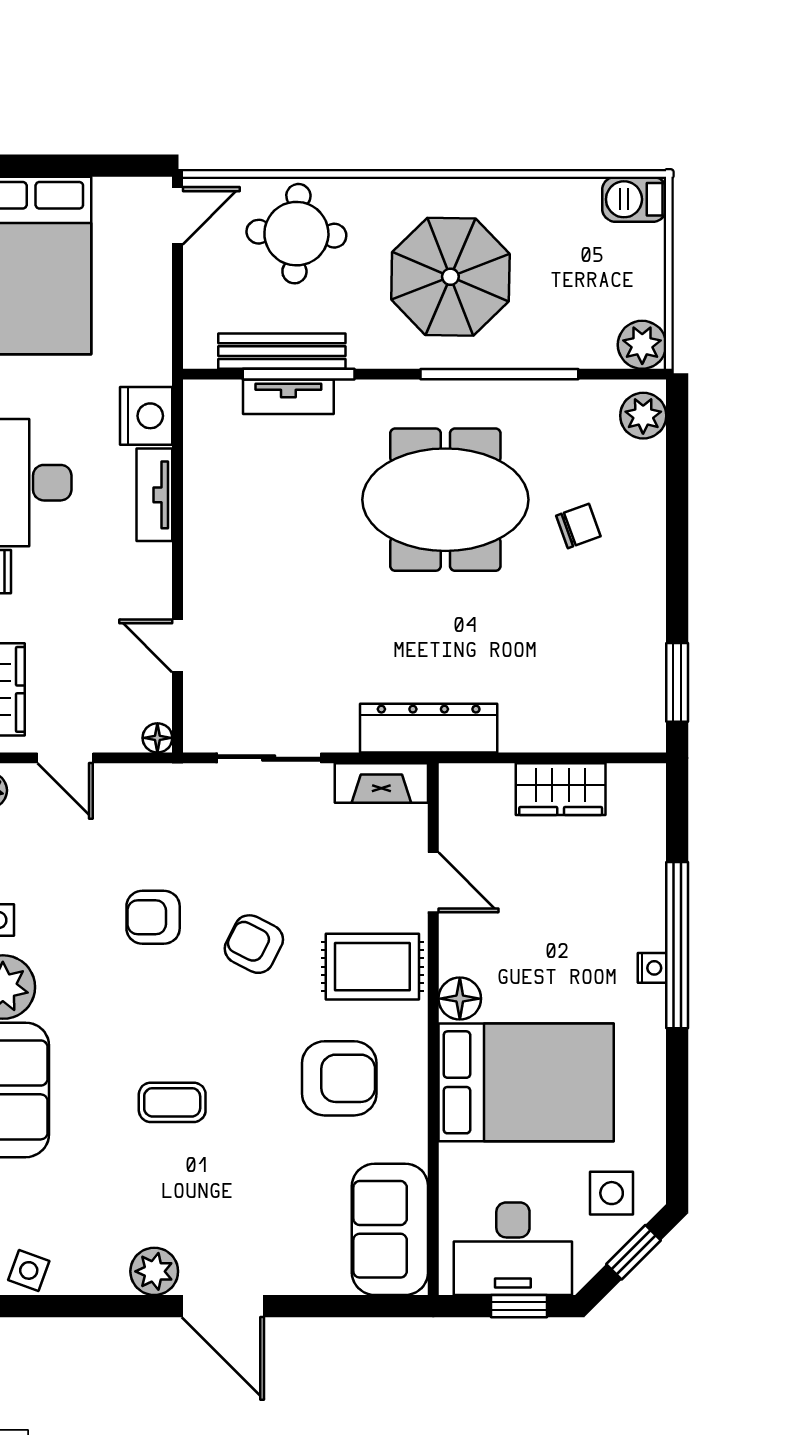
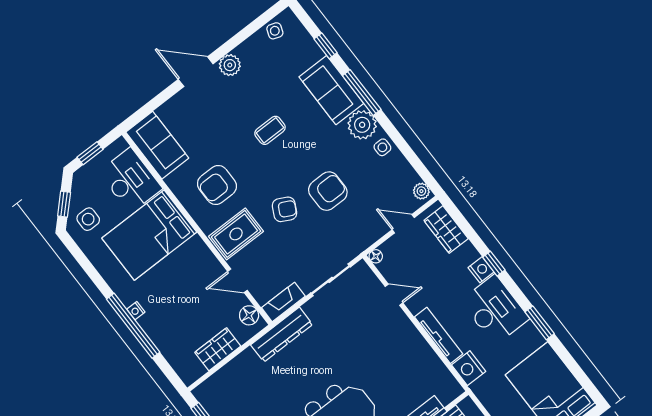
tv unit: (154, 495) -> (439, 335), width x1.41
armchair: (153, 917) -> (328, 191), width x1.38, depth x1.38
floor lamp: (460, 999) -> (249, 315), moved
desk: (513, 1249) -> (130, 180), moved, turned 90

